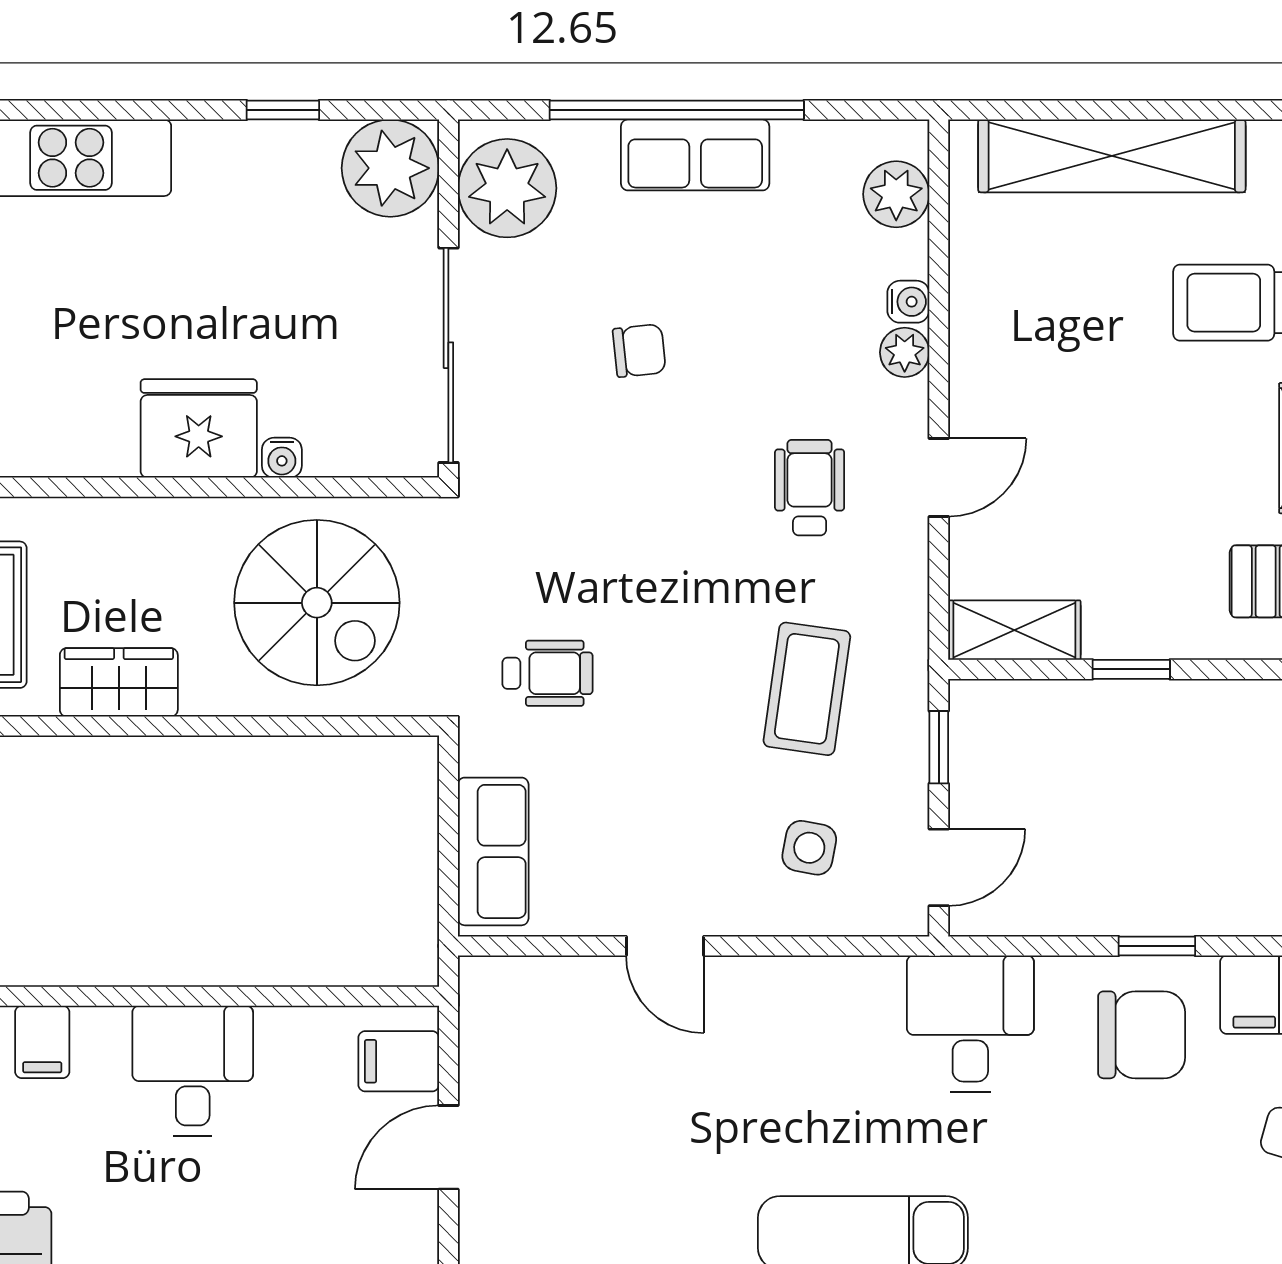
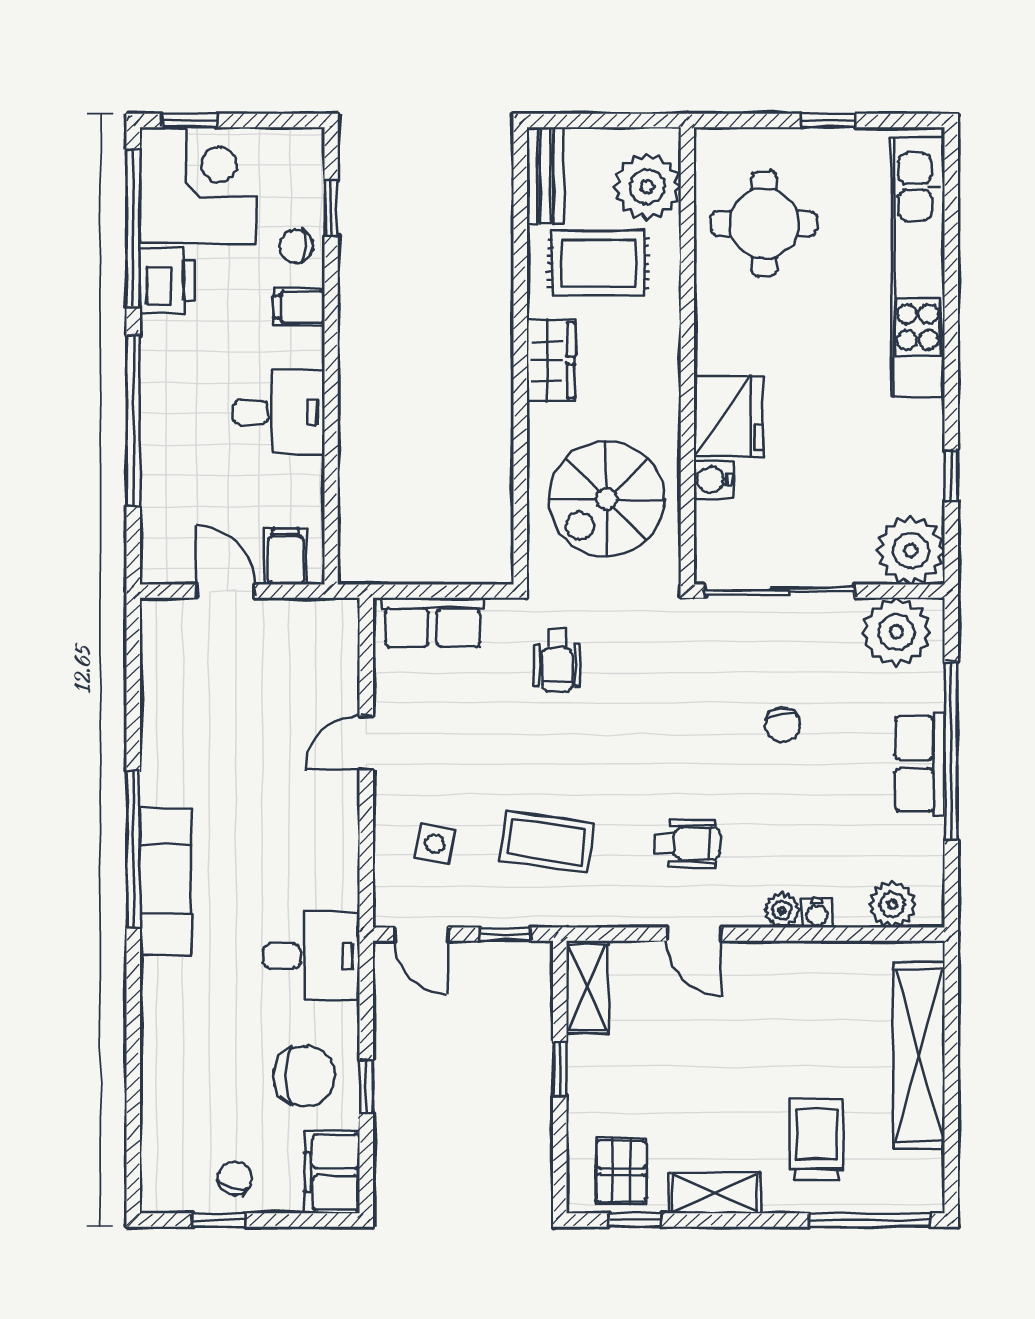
water cooler: (282, 458) -> (713, 480), width x1.38, depth x1.38
chair: (1142, 1035) -> (304, 1076), turned -90

